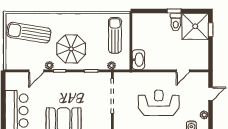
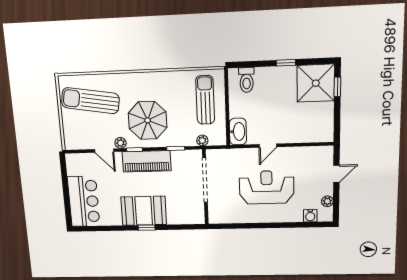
toilet: (176, 22) -> (247, 80), moved
door: (36, 71) -> (104, 151), hinge flipped
door: (183, 71) -> (268, 146), moved
piano: (68, 80) -> (147, 161), added

